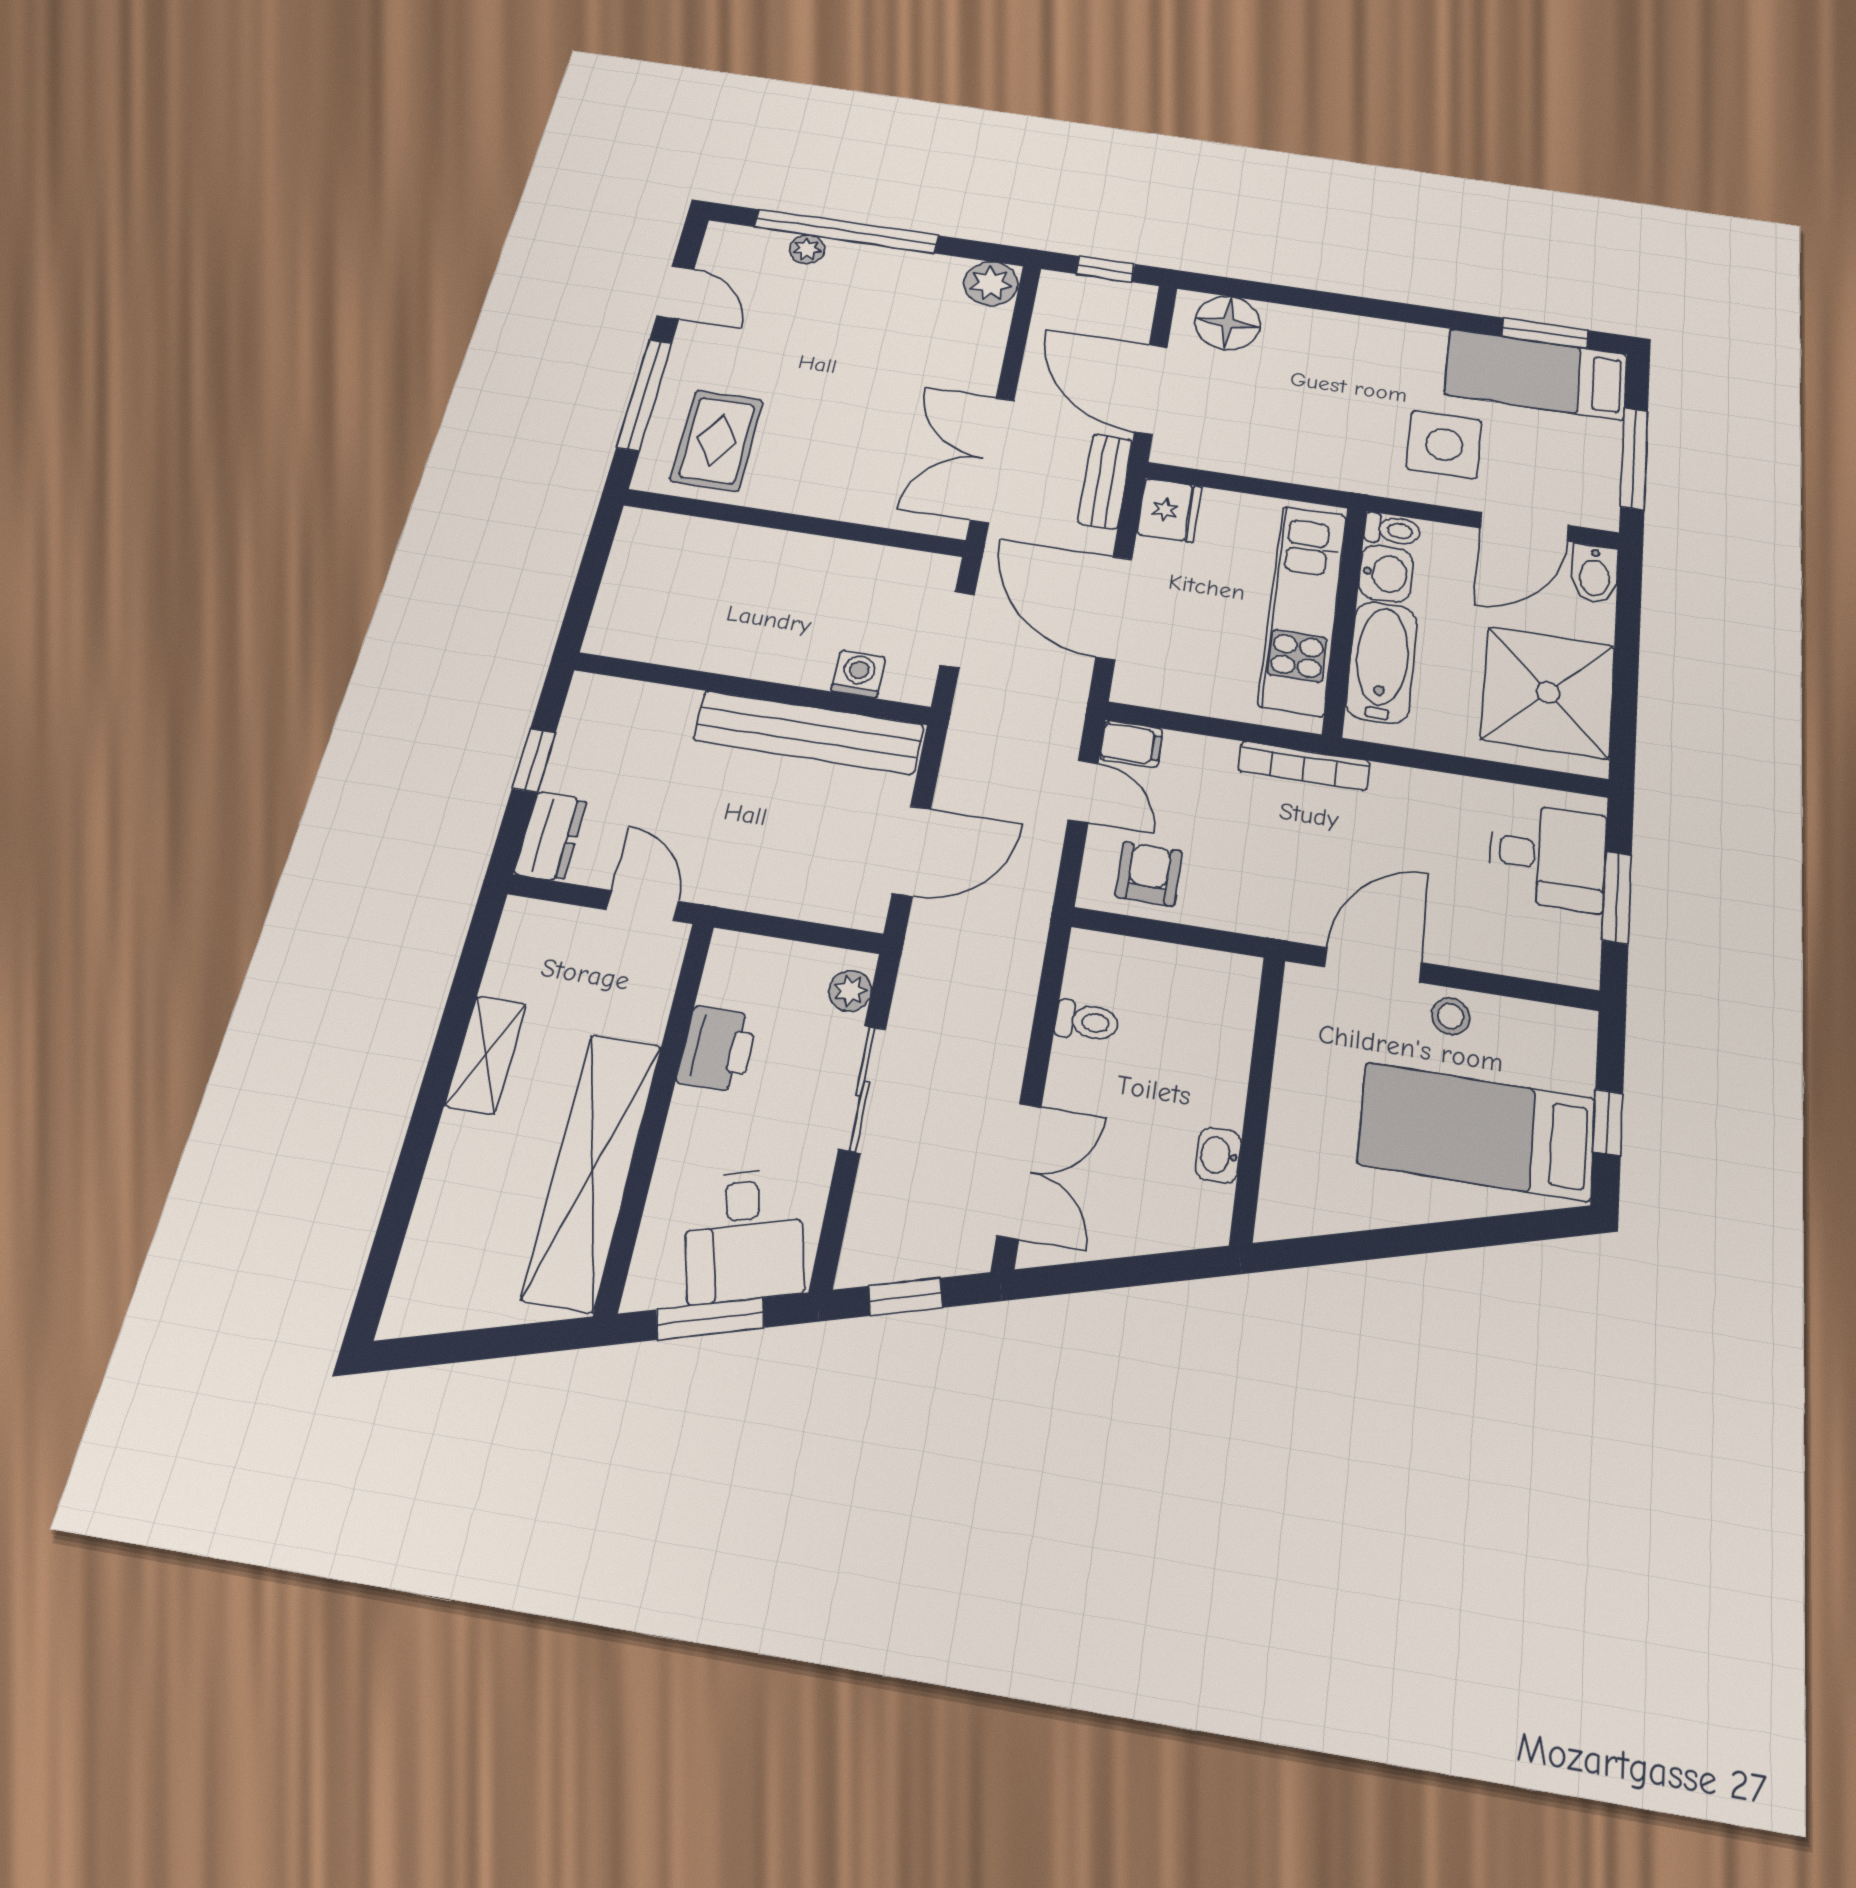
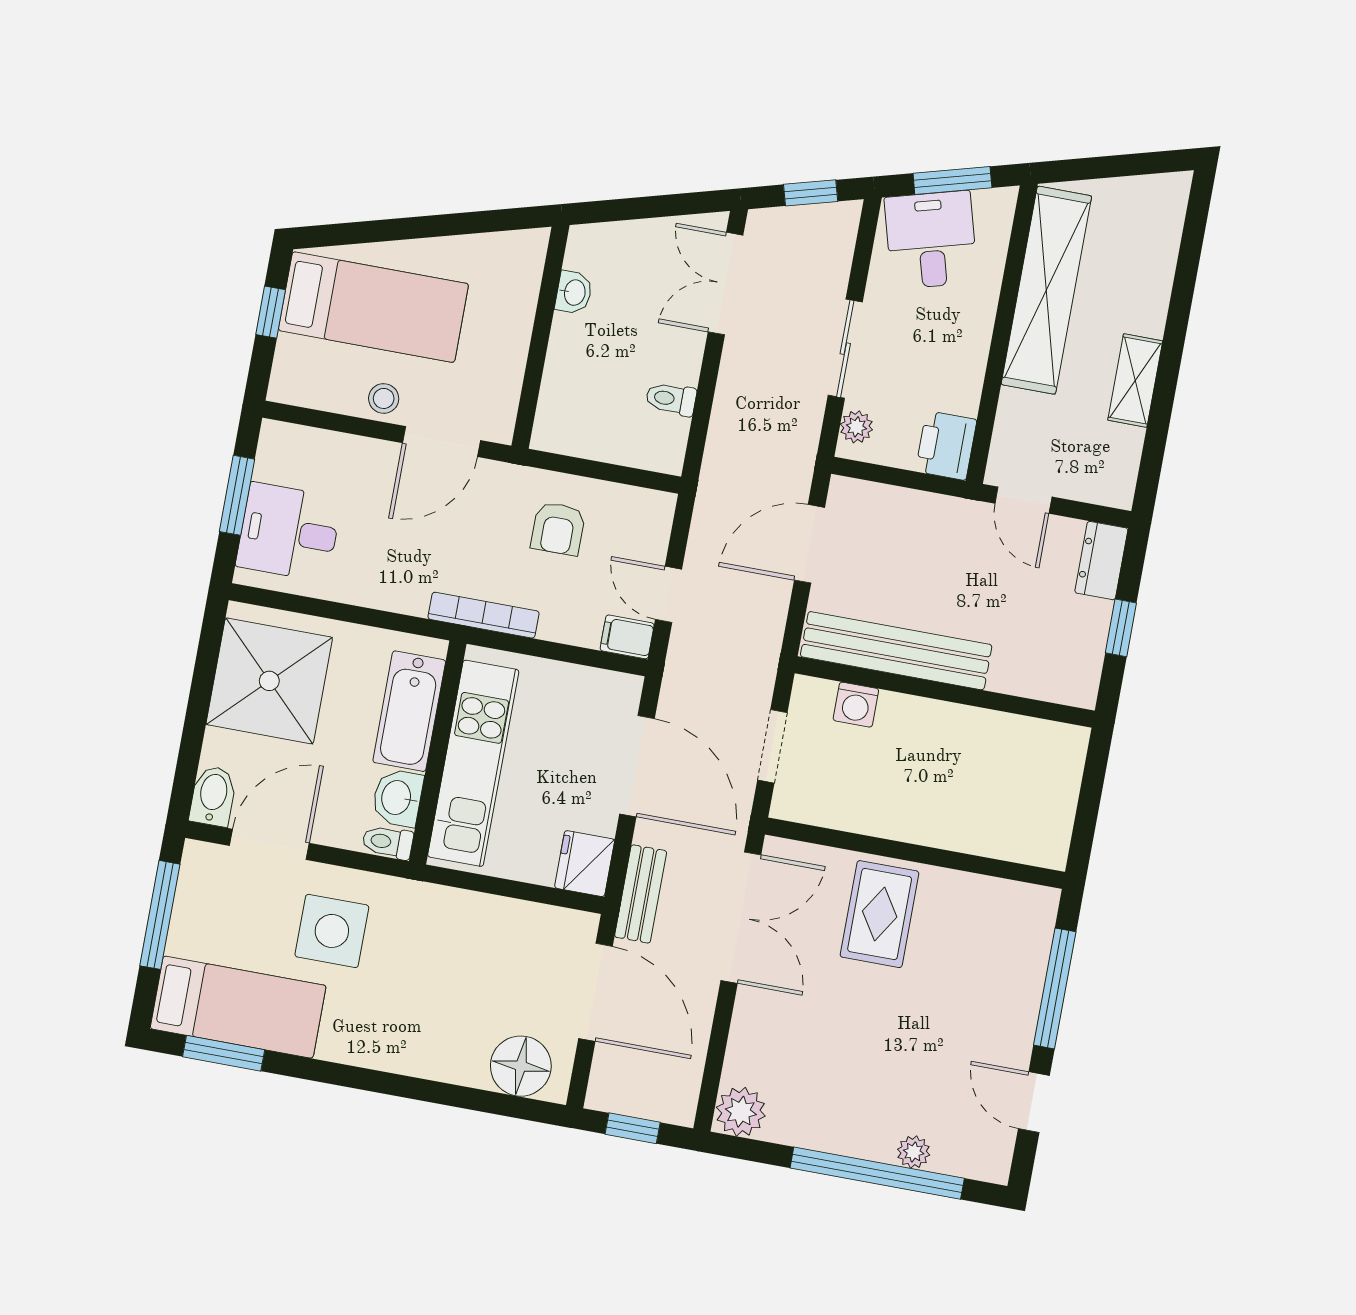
rug: (717, 440) -> (880, 914), moved
armchair: (1149, 874) -> (558, 529), moved
printer: (717, 1049) -> (946, 445), moved

